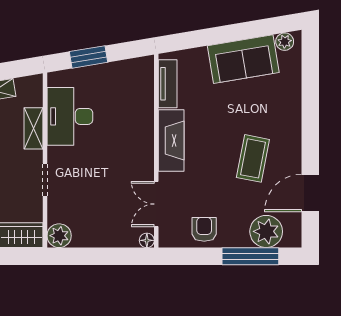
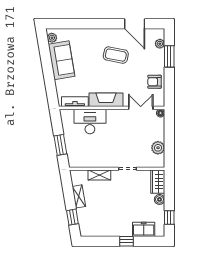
desk: (70, 116) -> (90, 122), moved, turned 180
double door: (156, 204) -> (141, 108), swing flipped
plant: (266, 231) -> (160, 44), width x0.53, depth x0.53
plant: (59, 236) -> (158, 148), moved
window: (250, 256) -> (169, 56), width x0.69

